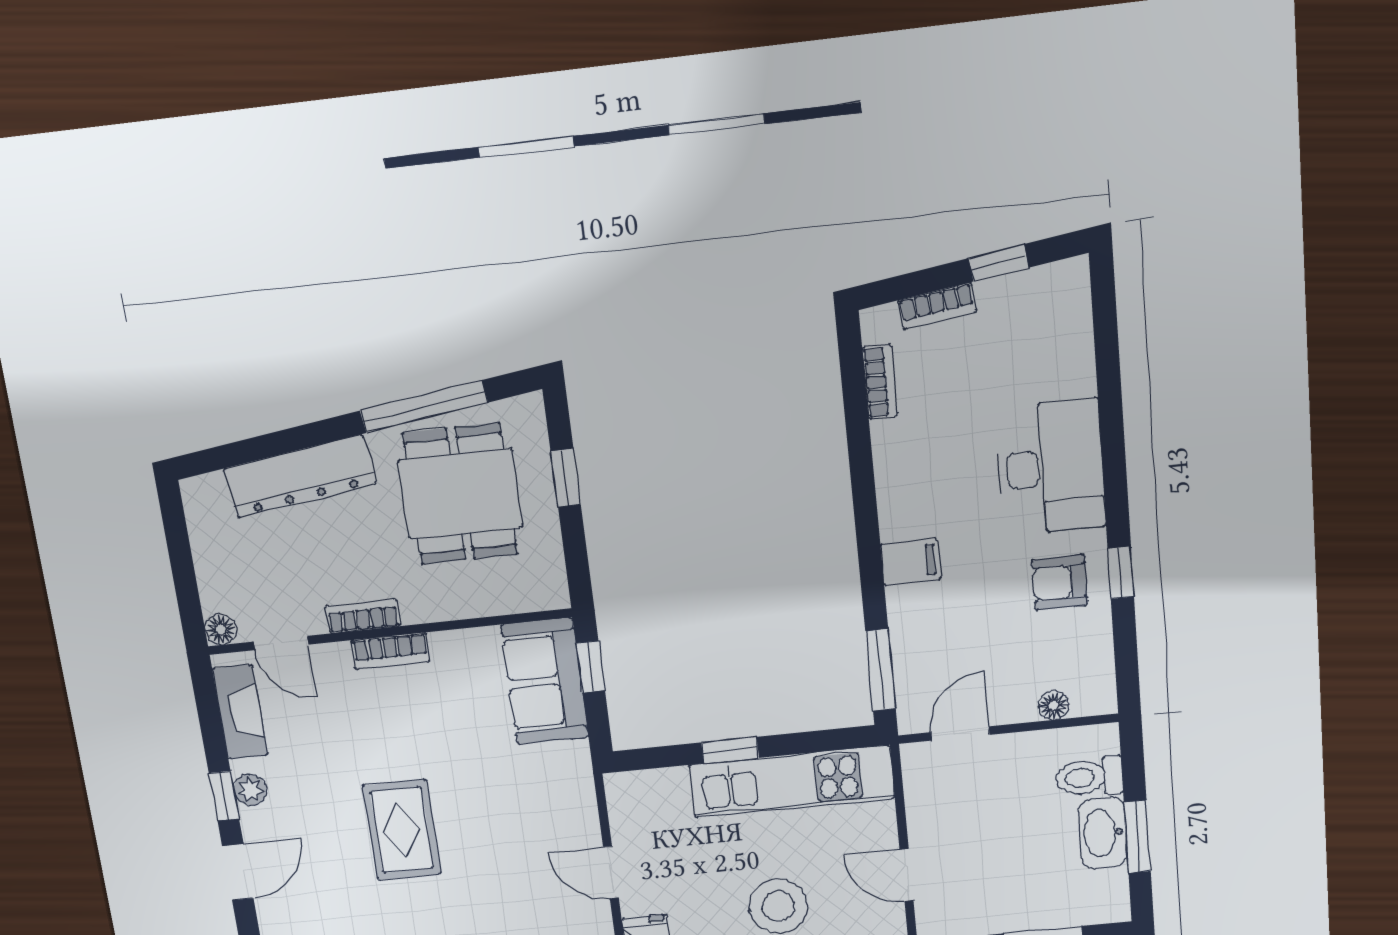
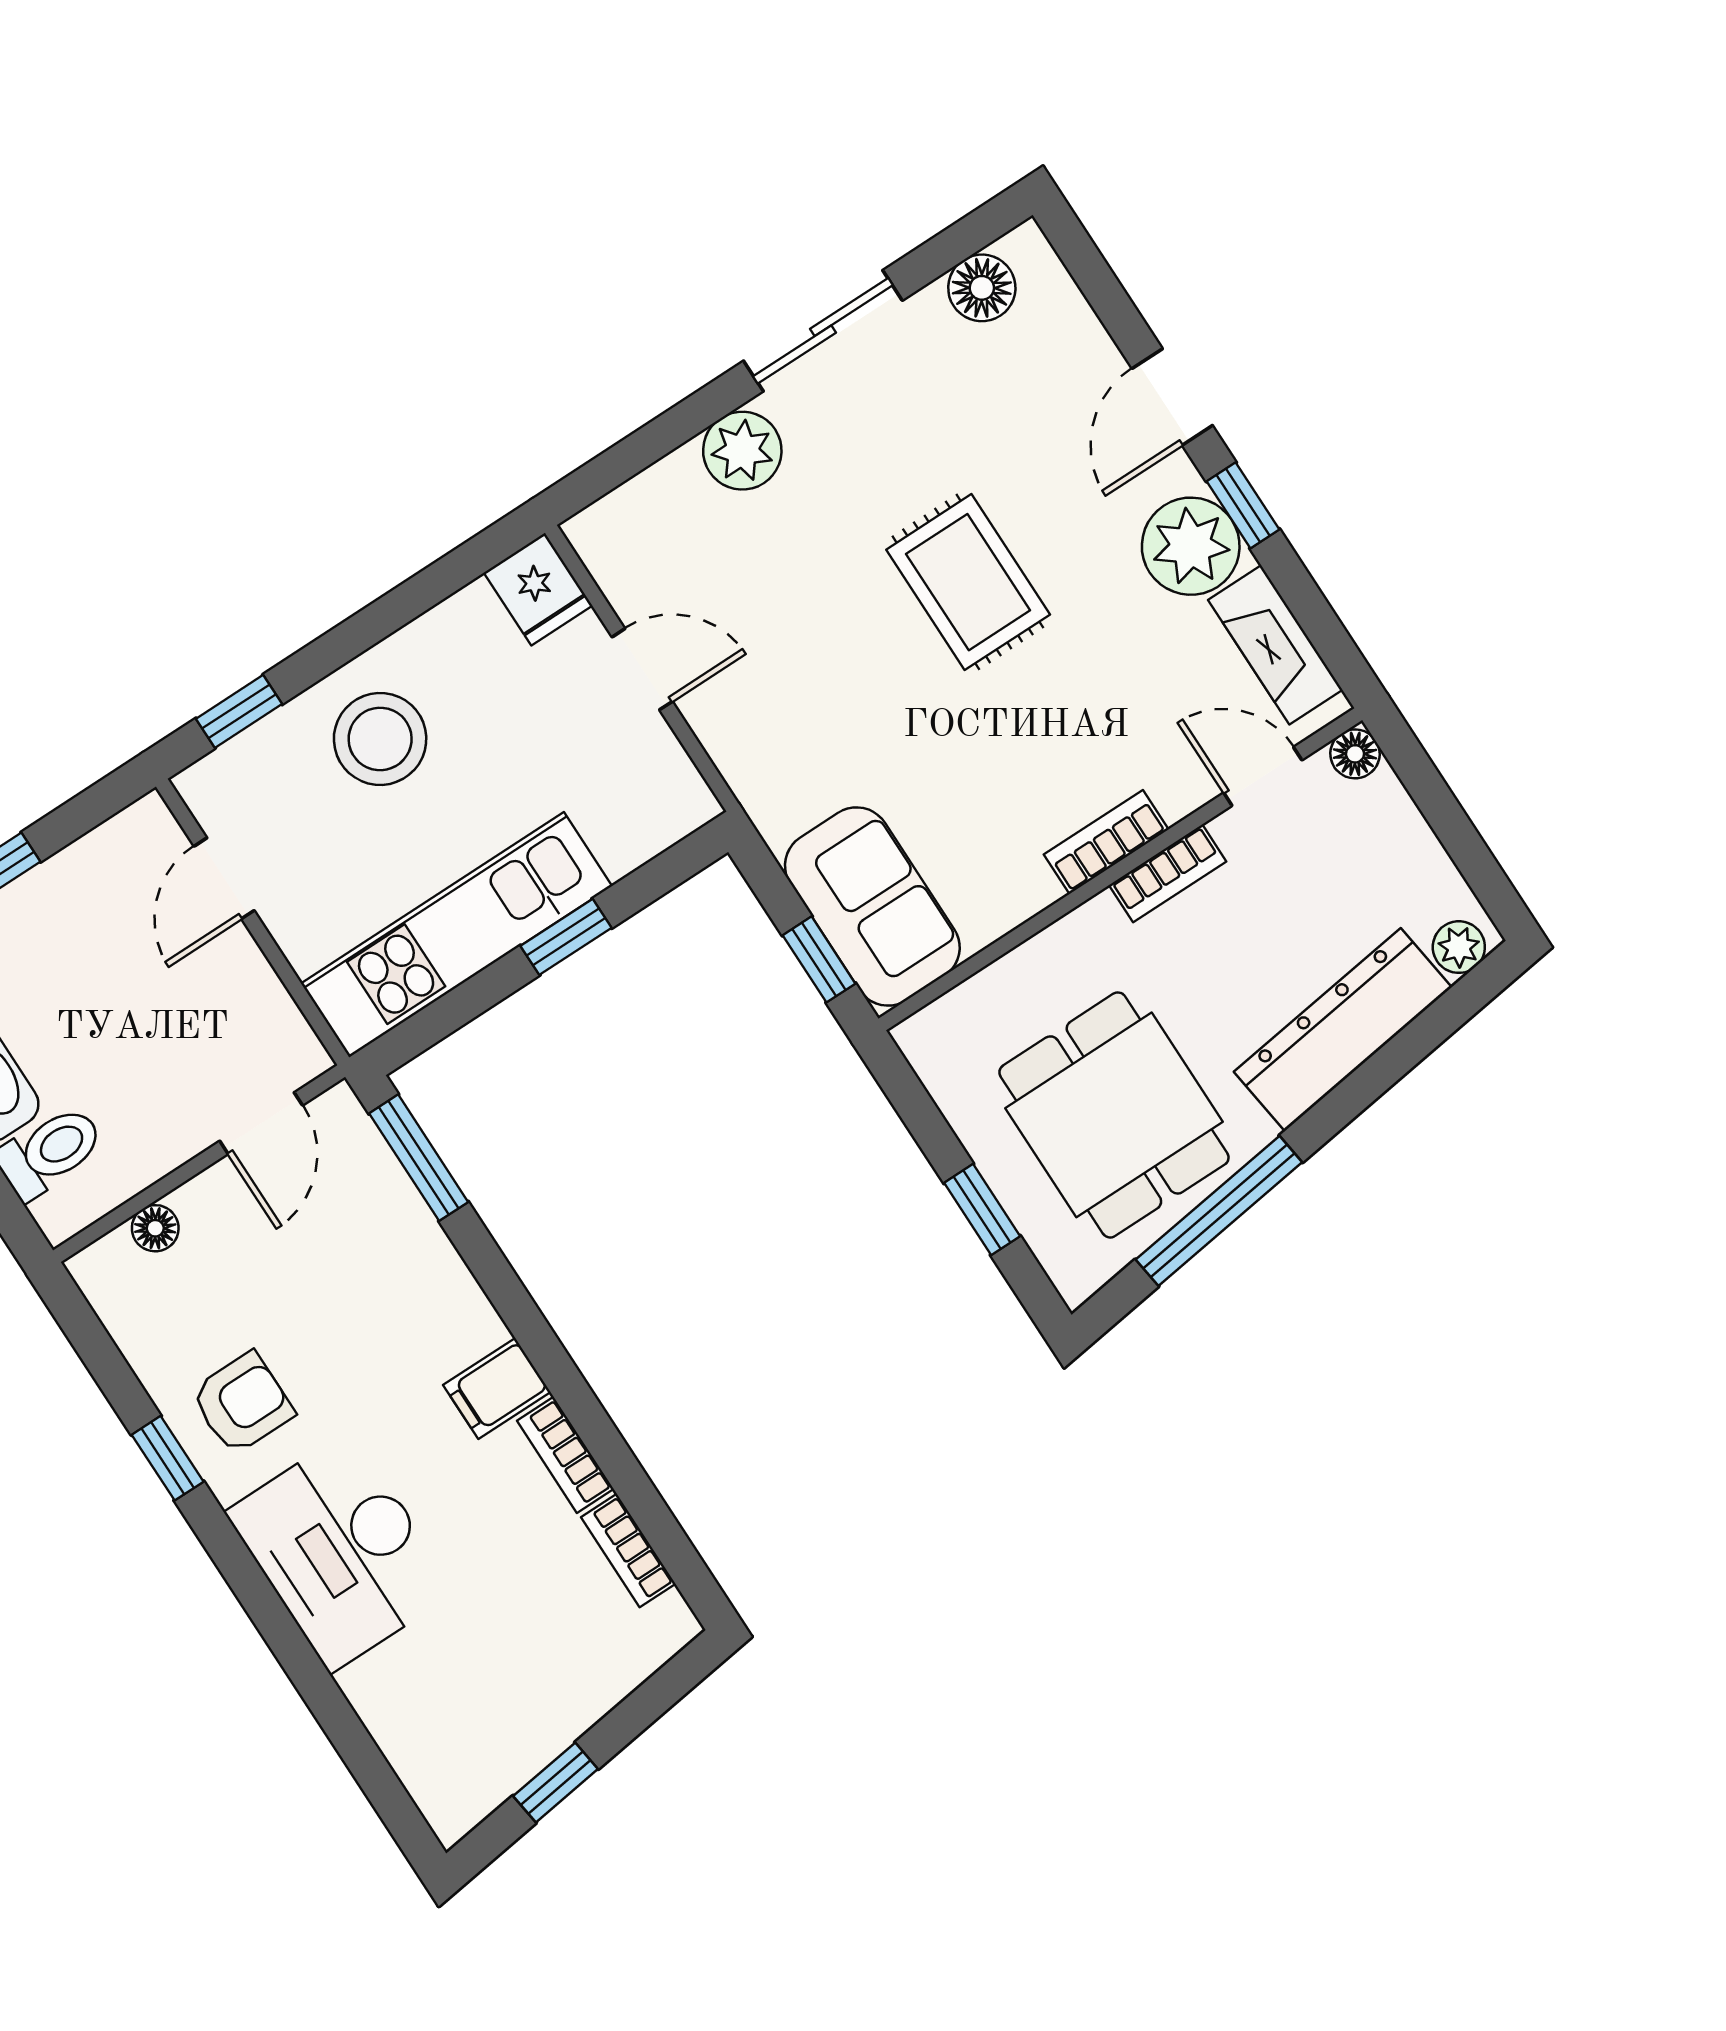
bookcase: (937, 306) -> (565, 1455), moved, turned -82
plant: (208, 490) -> (1459, 947), added
filing cabinet: (911, 562) -> (497, 1388), moved
plant: (250, 790) -> (1191, 546), width x1.88, depth x1.88
door: (907, 875) -> (224, 878), swing flipped

